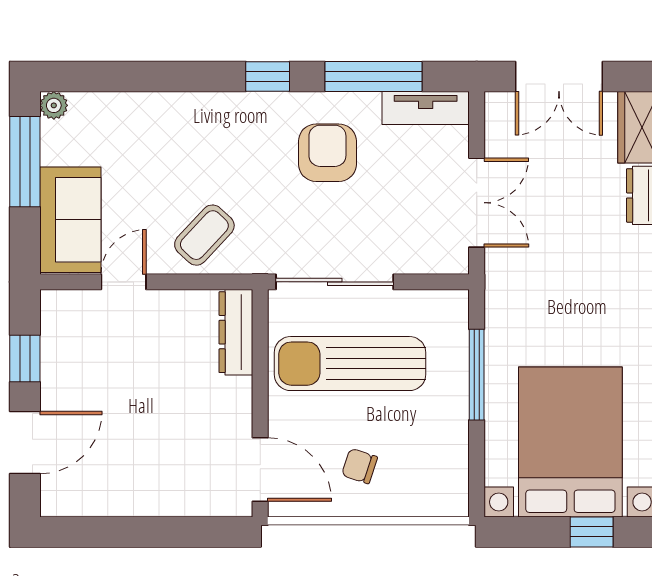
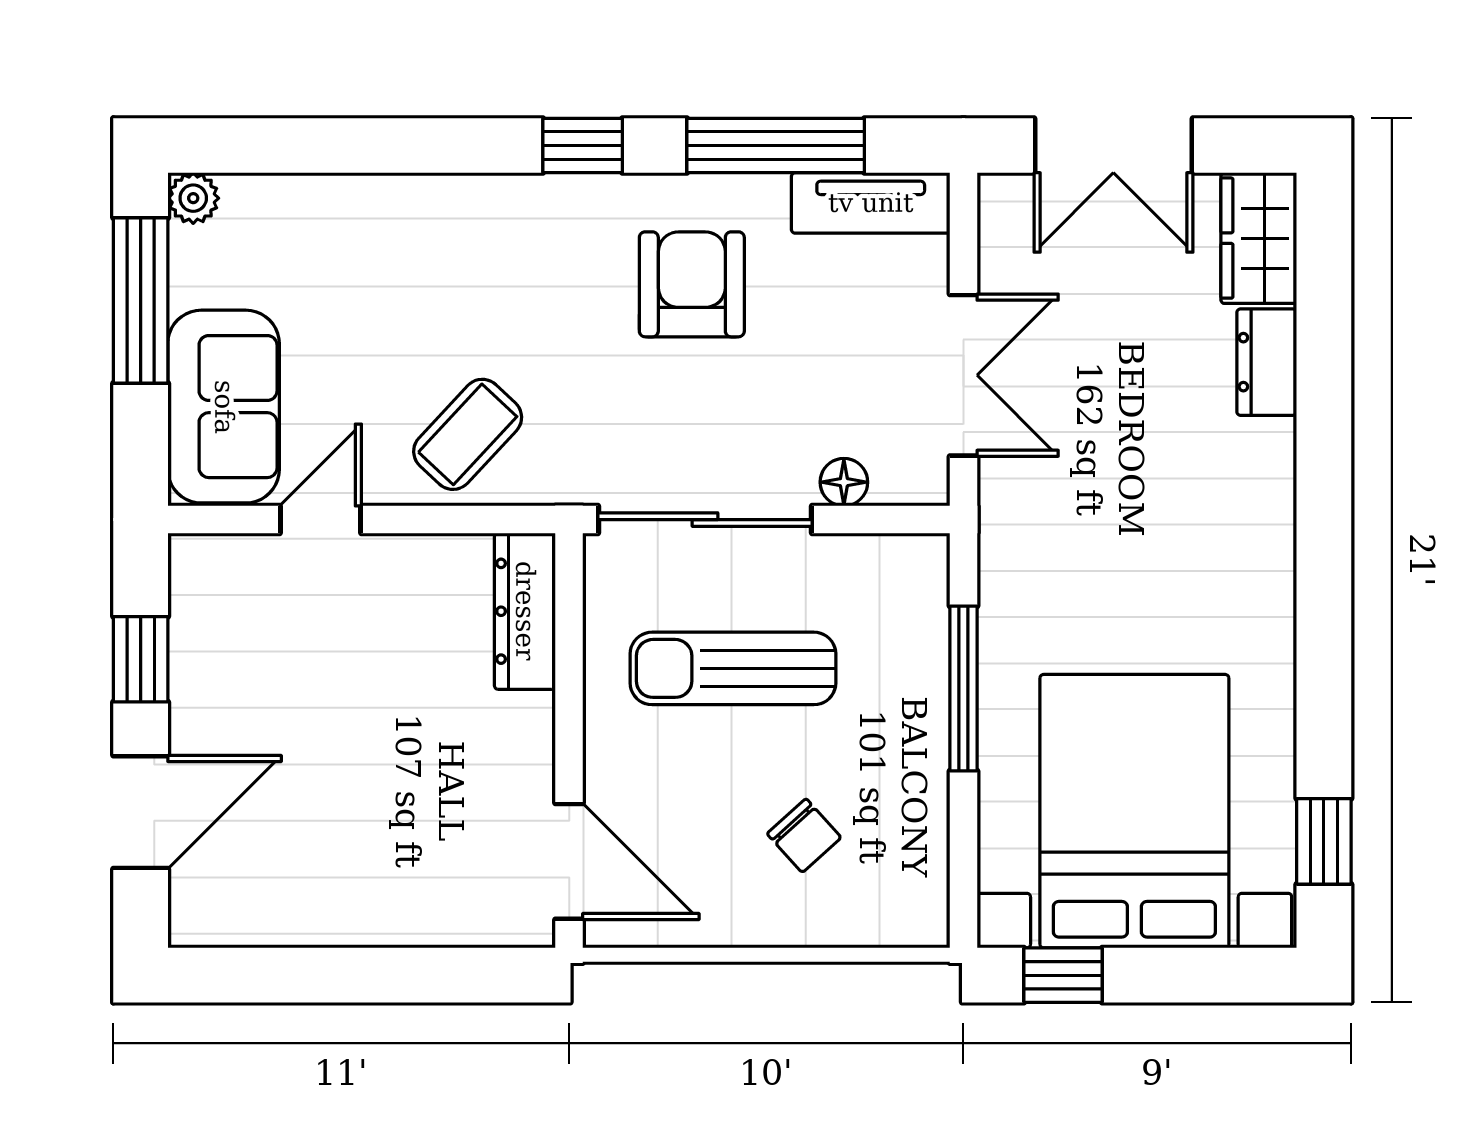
floor lamp: (411, 261) -> (844, 482), added
sun lounger: (350, 364) -> (733, 668), width x0.73, depth x0.75
chair: (360, 466) -> (804, 836), moved, turned -150
window: (592, 532) -> (1063, 975), moved

